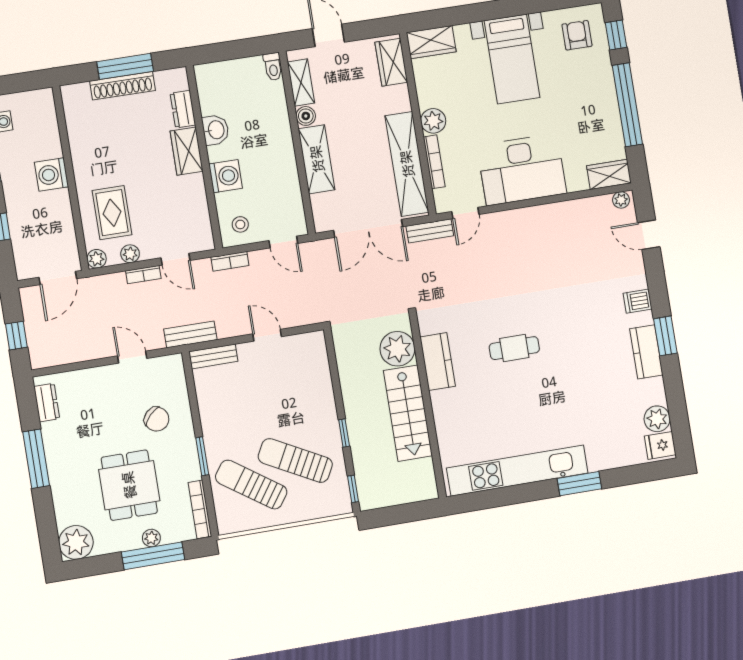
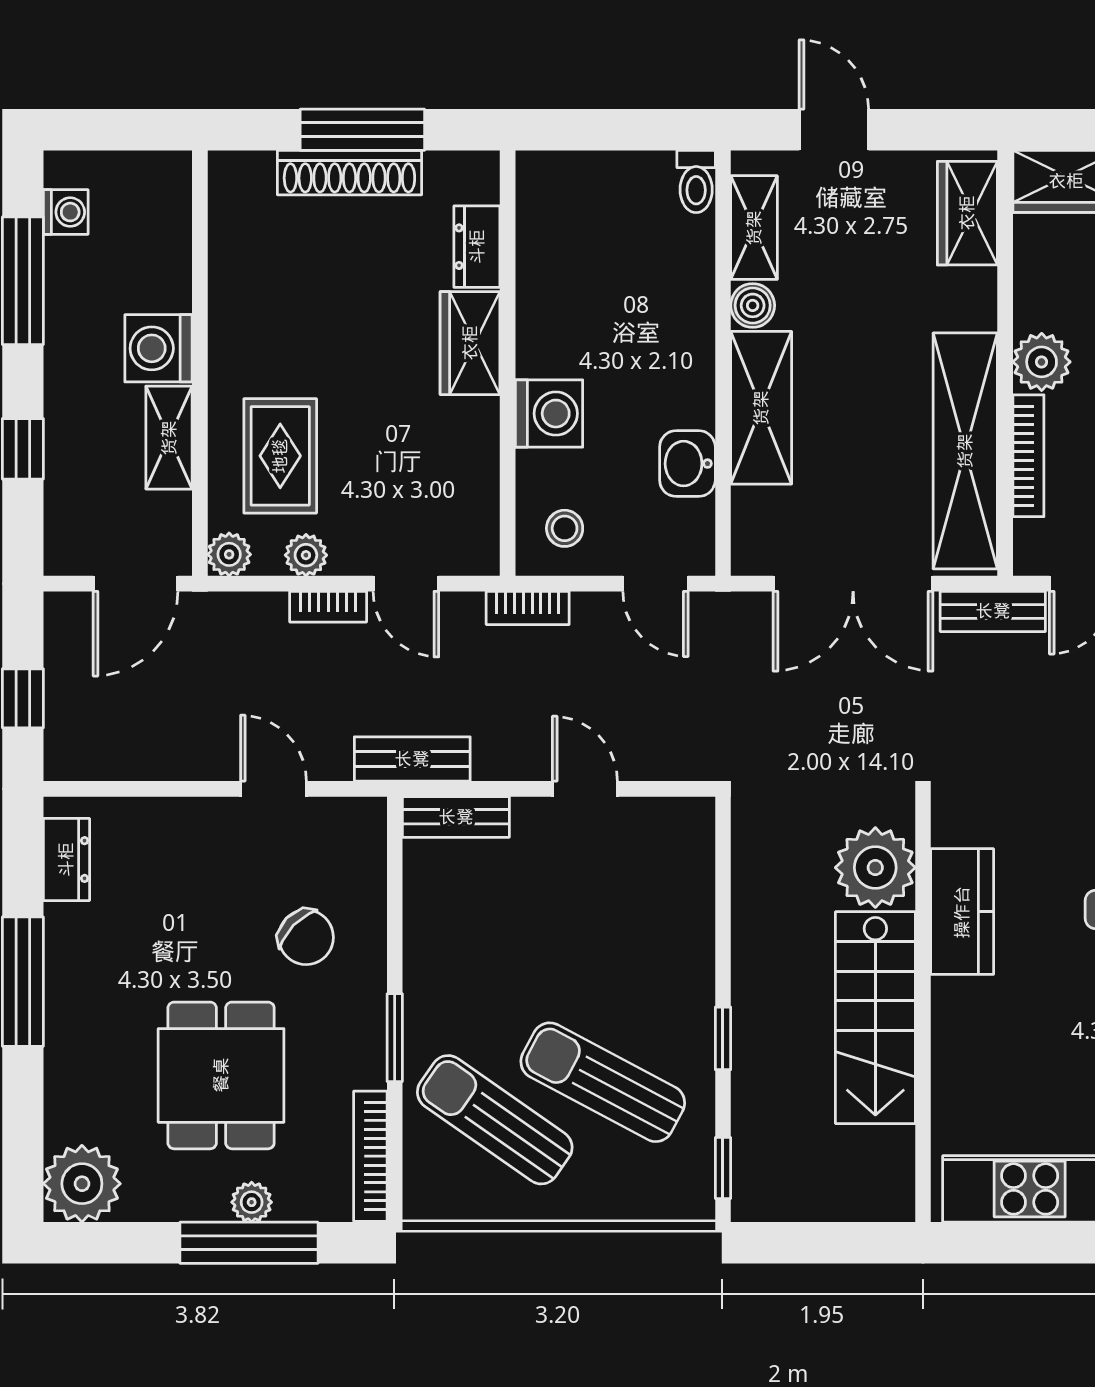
washbasin: (216, 130) -> (687, 464), moved, turned 180
shelving: (62, 212) -> (169, 438), added

